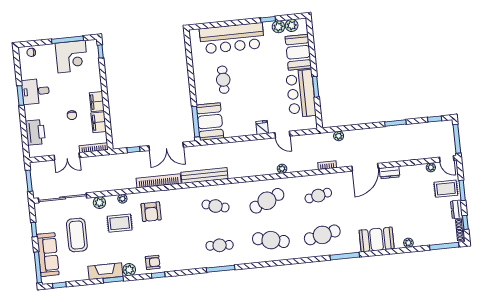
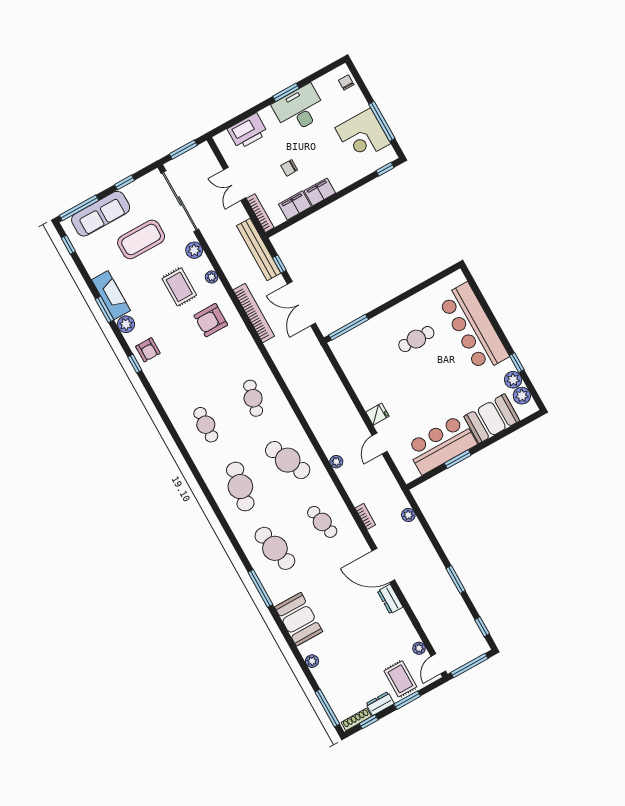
desk: (36, 91) -> (299, 109), width x1.37
booth: (210, 122) -> (356, 345), removed
bench: (204, 176) -> (259, 249), moved
window: (221, 269) -> (177, 439), removed

